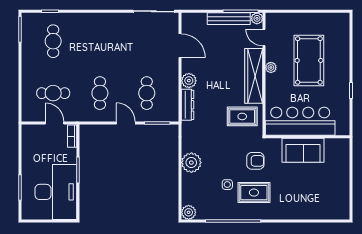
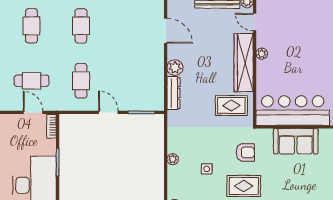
pool table: (309, 60) -> (302, 46), removed
cafe table: (147, 93) -> (81, 26), moved
plant: (191, 163) -> (173, 159), width x0.53, depth x0.53
side table: (227, 185) -> (207, 169), moved

